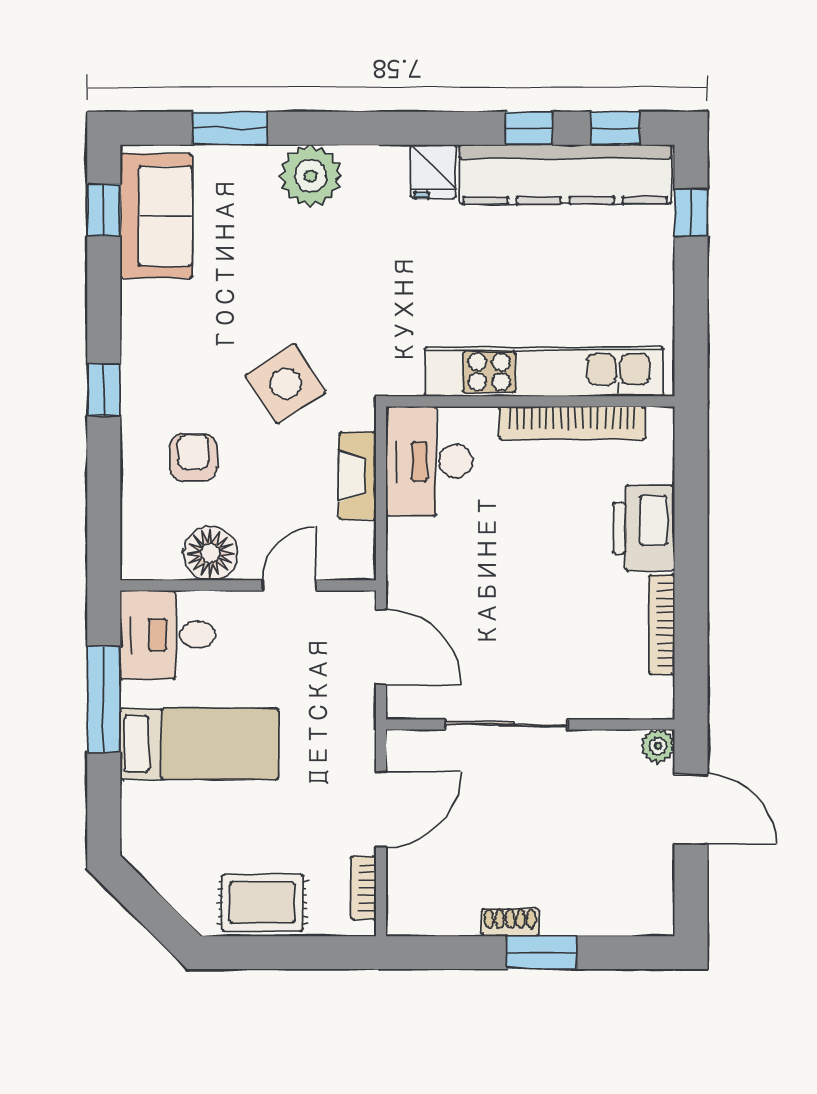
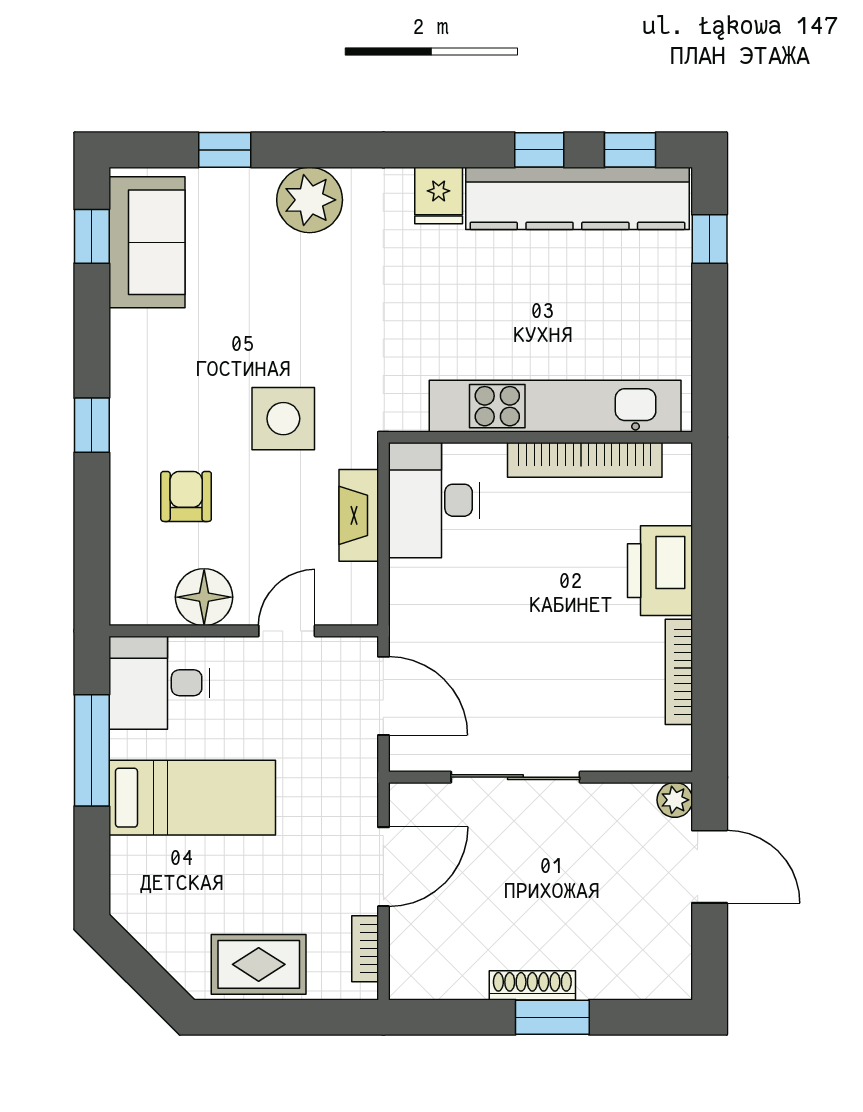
window: (230, 128) -> (225, 150), width x0.67
side table: (286, 384) -> (283, 419), turned 33
shoe rack: (510, 922) -> (532, 985), width x1.43

